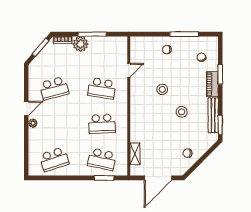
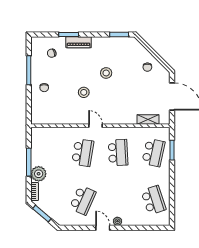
door: (129, 70) -> (96, 126), moved
school desk: (54, 88) -> (83, 200), turned 39
bench: (213, 115) -> (110, 42), removed

